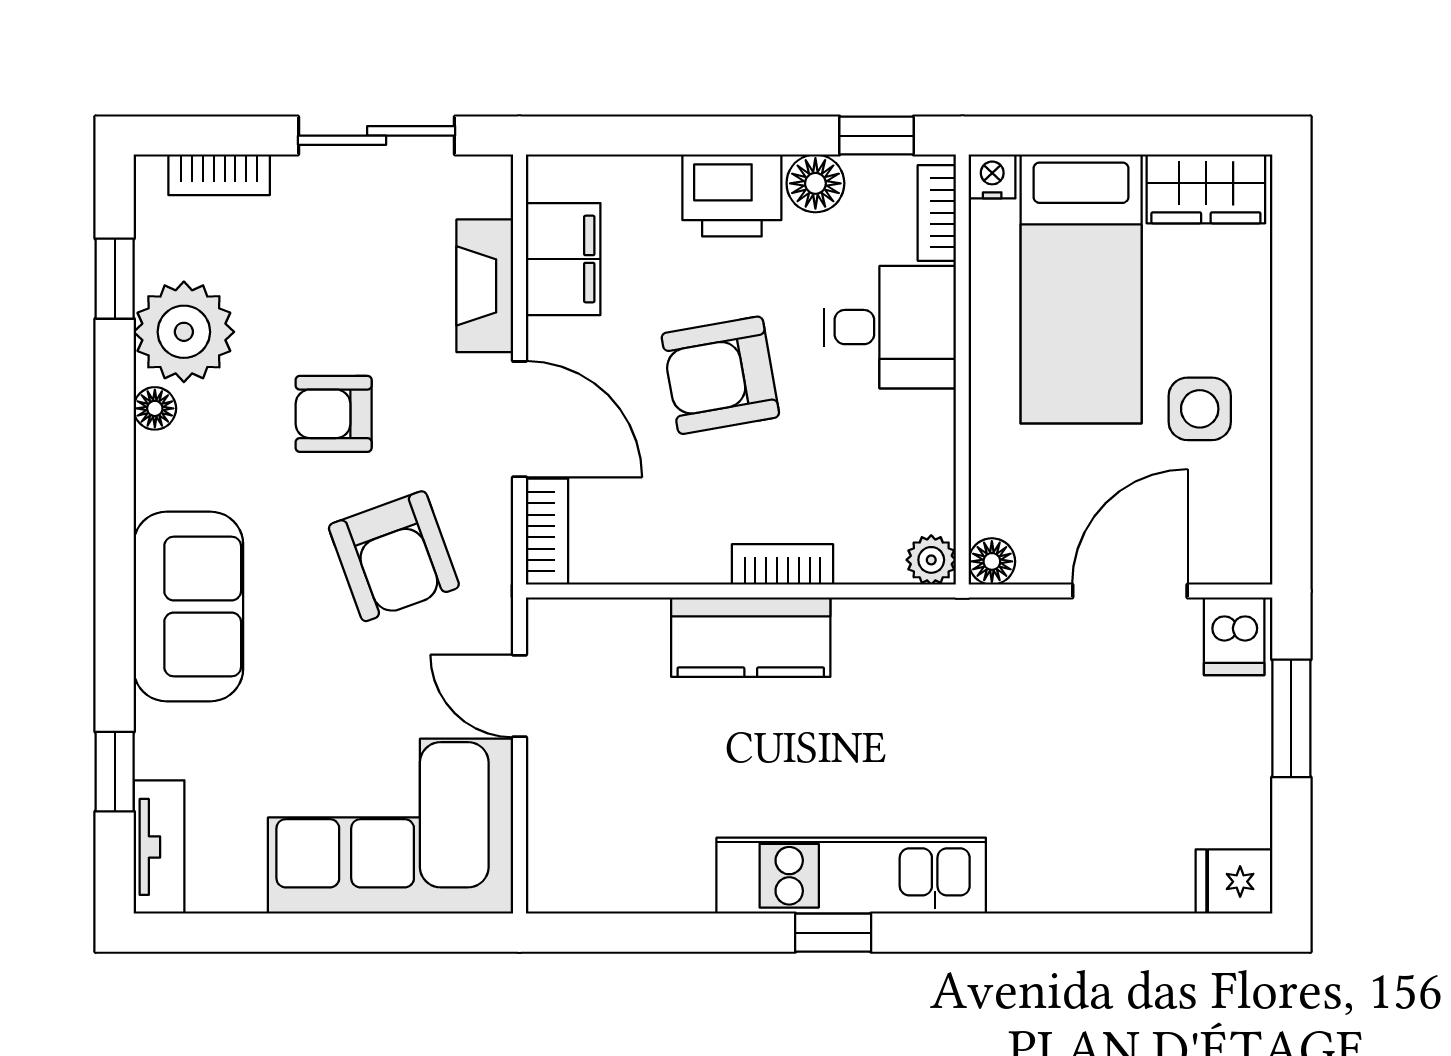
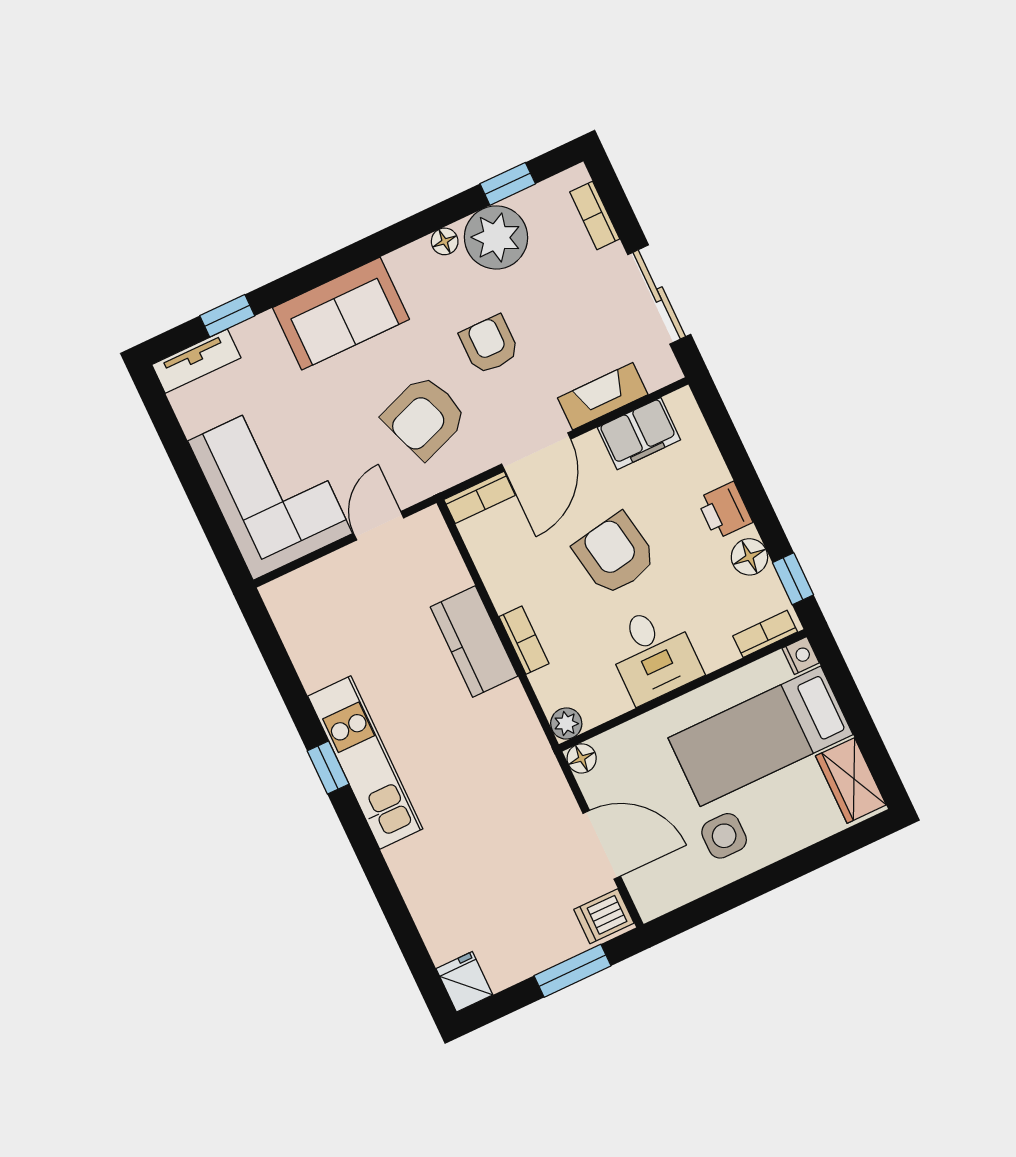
printer: (732, 195) -> (725, 510), width x0.73, depth x0.81
desk: (890, 327) -> (653, 654), moved

